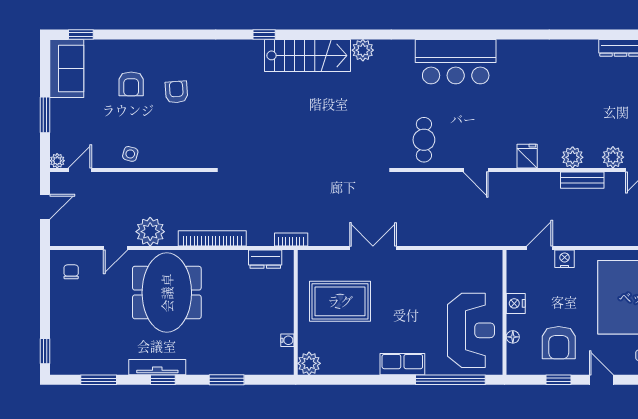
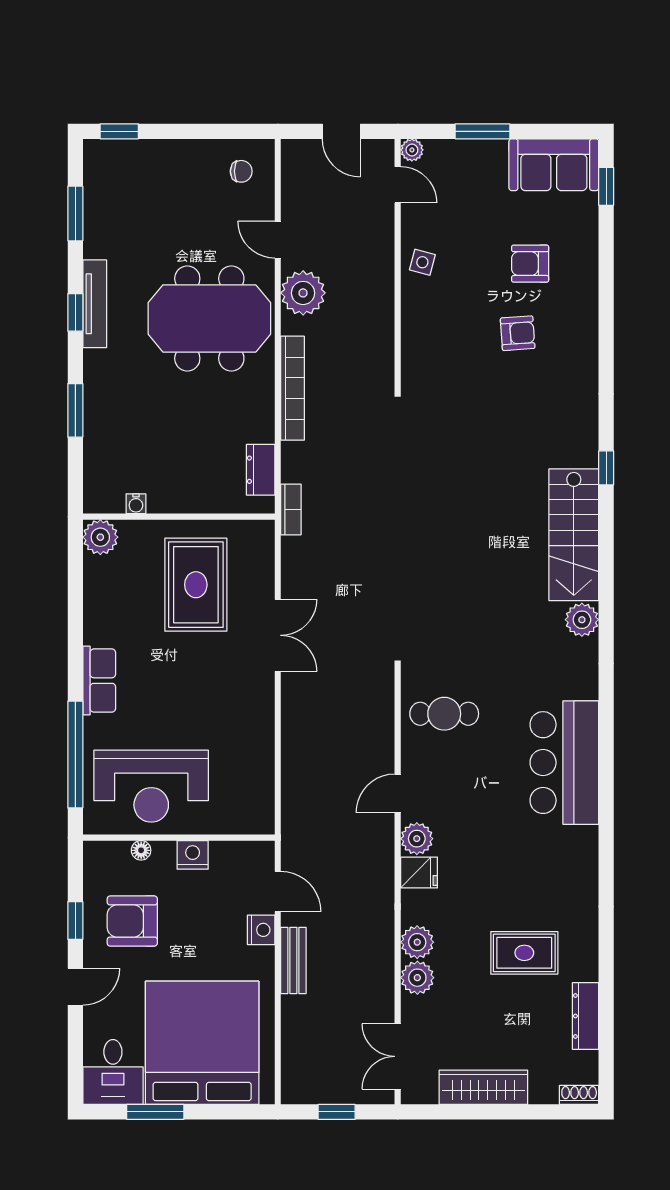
rug: (579, 88) -> (524, 953), added
plant: (613, 157) -> (417, 978), moved
plant: (505, 158) -> (417, 839), added
bench: (582, 180) -> (293, 960), moved

